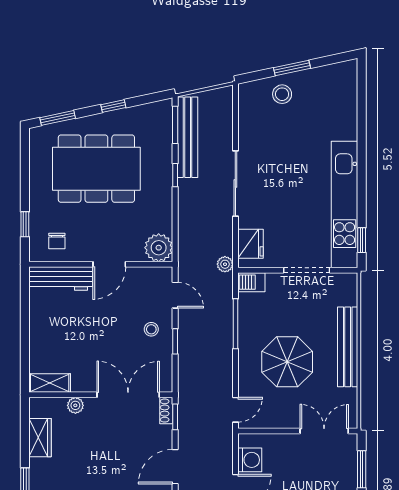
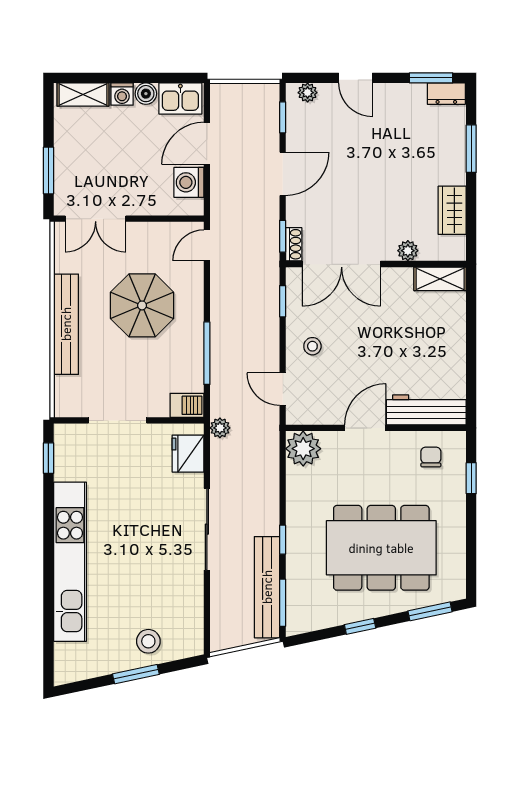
kitchen unit: (345, 204) -> (70, 562), moved
window: (175, 341) -> (283, 301), moved

